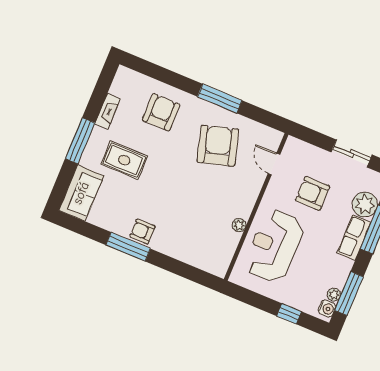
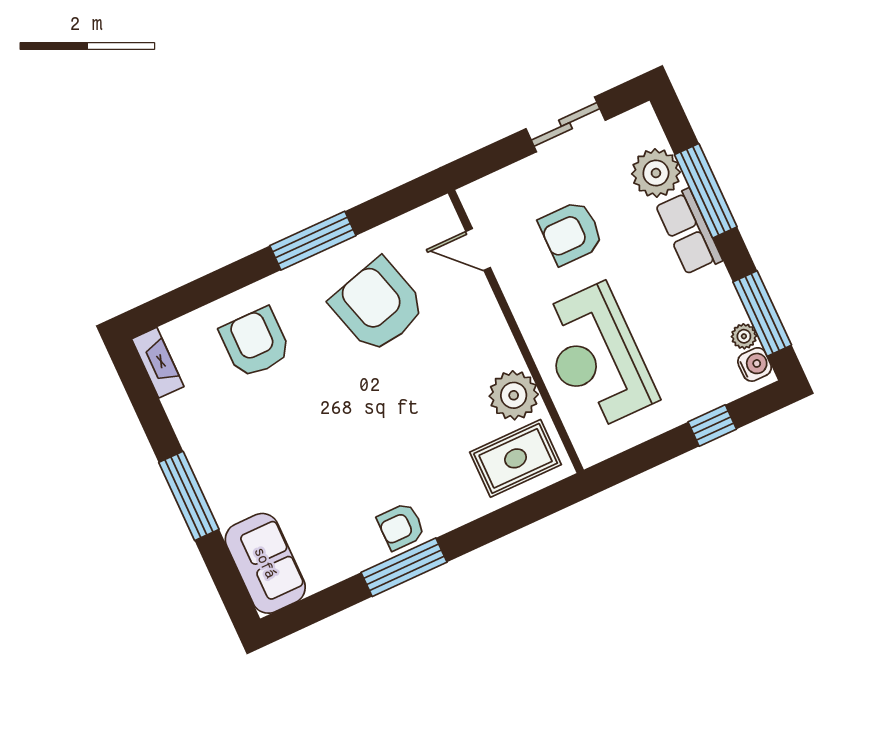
fireplace: (108, 111) -> (158, 363), moved
rug: (124, 160) -> (516, 458), moved
plant: (239, 225) -> (514, 395), width x1.87, depth x1.87

